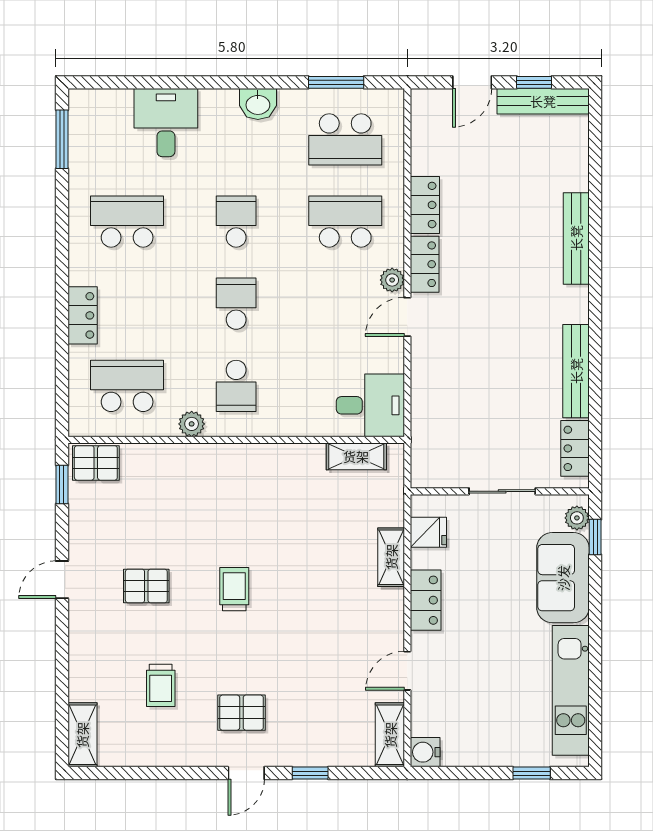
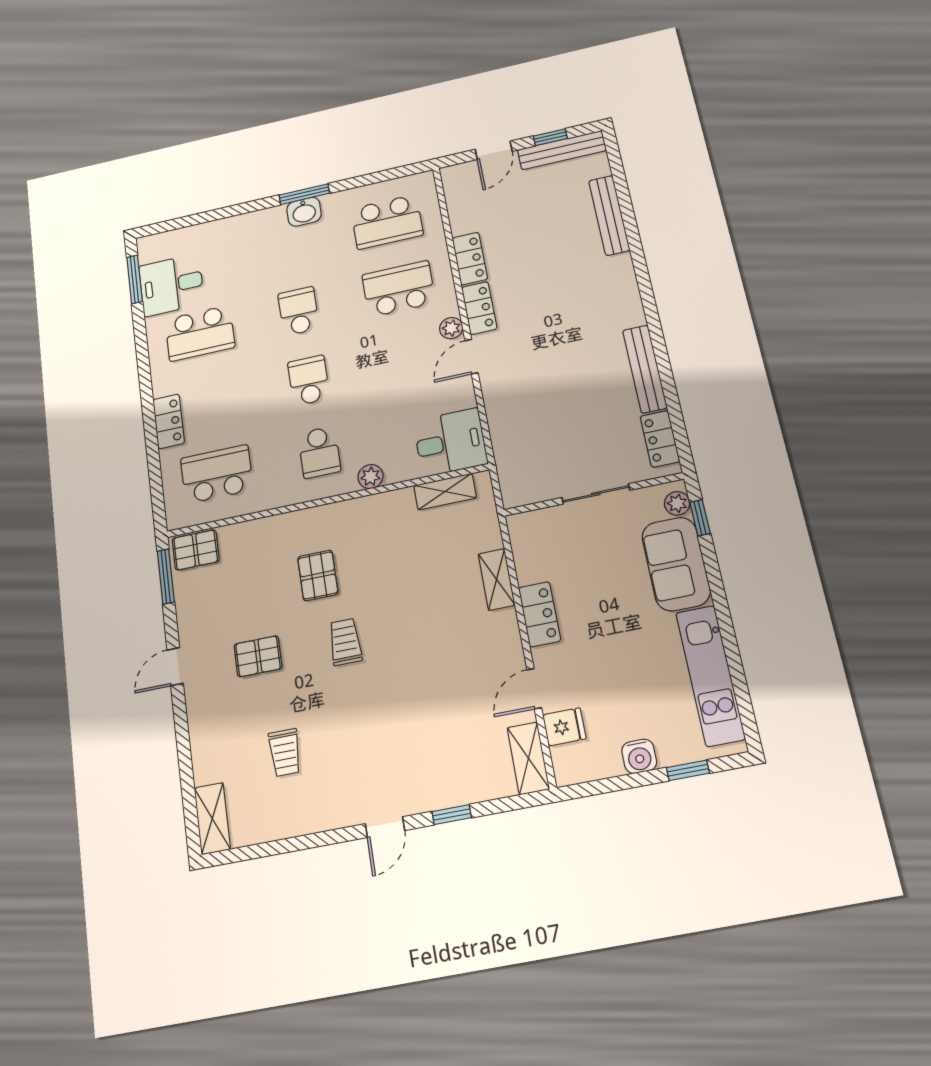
window: (336, 82) -> (304, 194), moved
desk: (166, 123) -> (171, 285), moved, turned -90
school desk: (127, 222) -> (200, 333), turned 180
bench: (576, 238) -> (609, 215), moved
plant: (192, 424) -> (371, 477), moved
window: (62, 484) -> (166, 576), width x1.50
fridge: (428, 532) -> (564, 727), moved
pallet: (241, 713) -> (318, 575), moved, turned 90
water cooler: (425, 752) -> (639, 756), moved, turned -90

